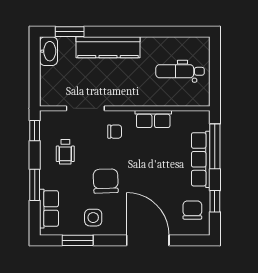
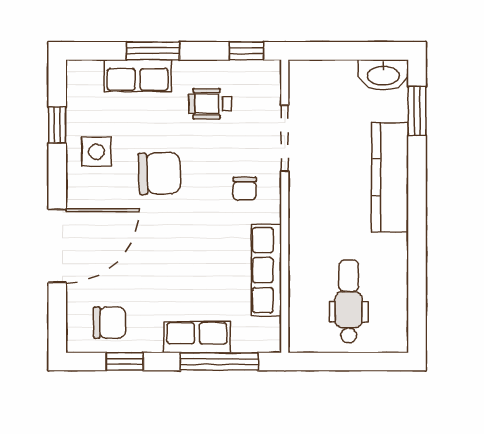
row of seats: (153, 119) -> (266, 270), width x1.48
row of seats: (201, 159) -> (197, 337), width x0.68
row of seats: (49, 209) -> (138, 76), moved
window: (78, 240) -> (57, 125), width x0.67

